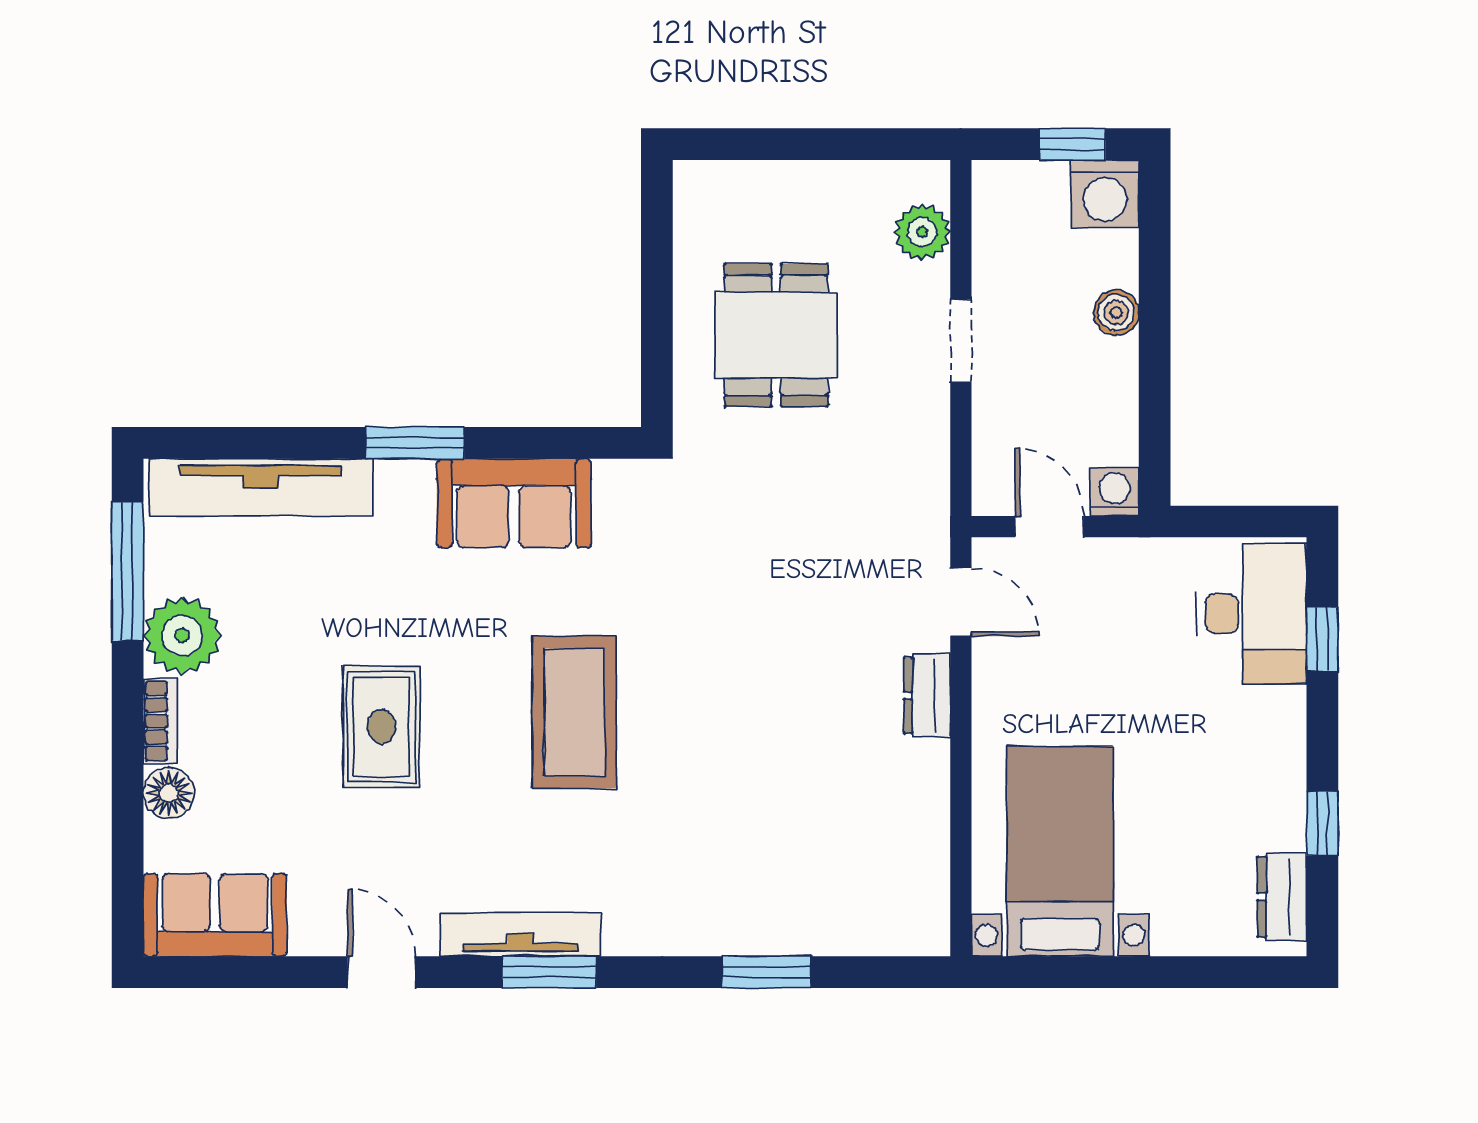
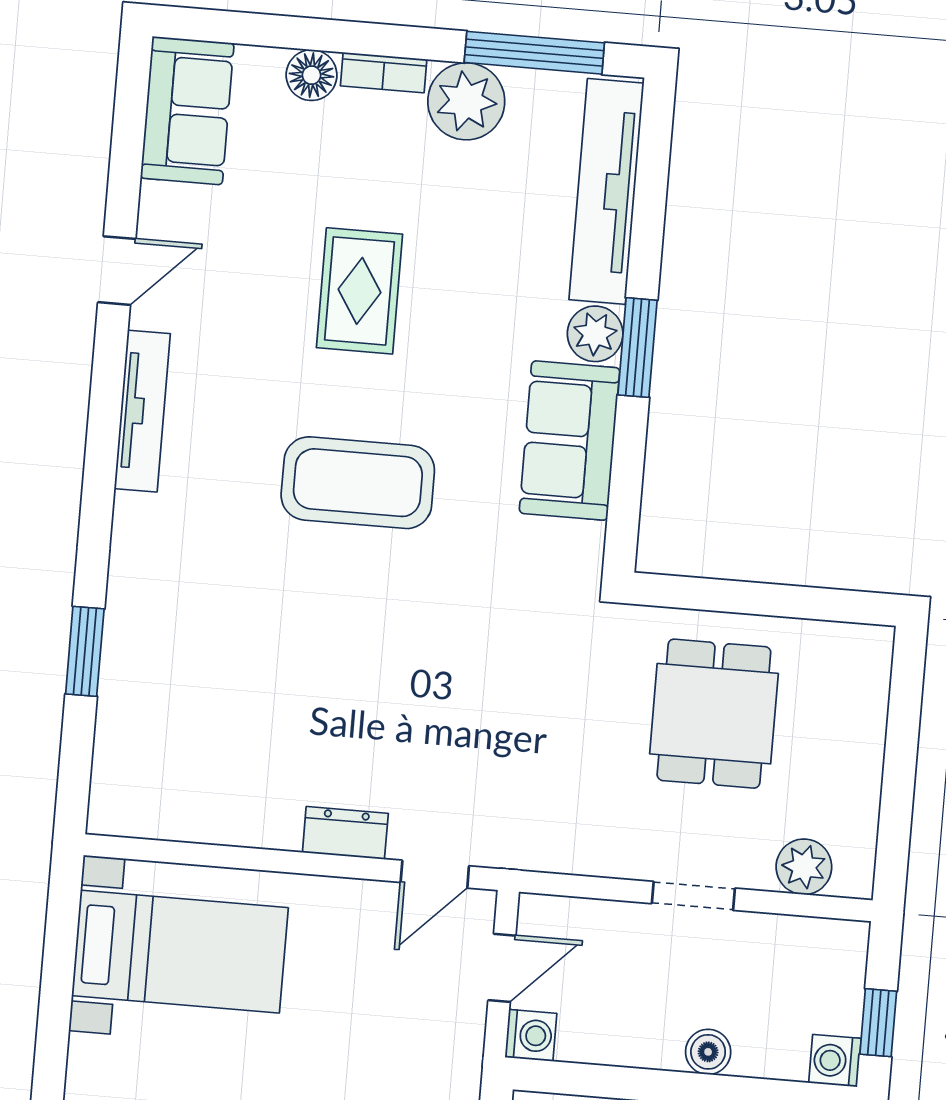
washing machine: (1105, 194) -> (835, 1061), width x0.73, depth x0.73
dining table: (776, 335) -> (714, 714), turned 90
plant: (405, 487) -> (595, 334), added
rug: (381, 727) -> (360, 291), turned 90
window: (549, 972) -> (103, 436), removed

